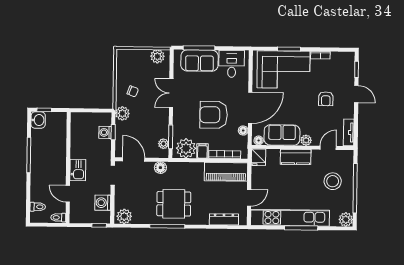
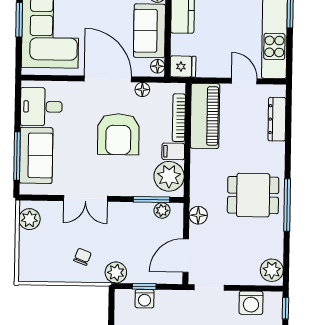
dining table: (174, 204) -> (253, 195), turned 90

